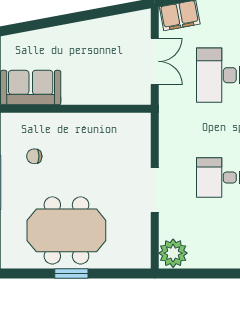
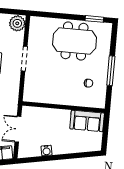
water cooler: (100, 27) -> (46, 151), added
window: (71, 274) -> (94, 19), moved

